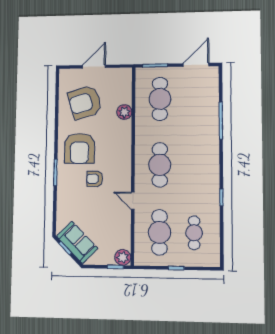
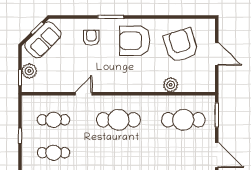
armchair: (95, 179) -> (91, 38), moved
cafe table: (159, 232) -> (54, 120), width x0.73, depth x0.74
plant: (123, 257) -> (29, 71), moved

